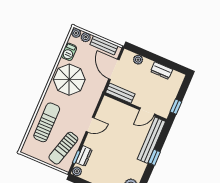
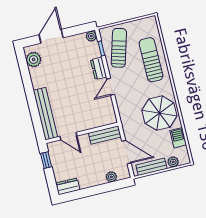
plant: (76, 33) -> (184, 159), removed
dresser: (162, 71) -> (68, 186), moved
door: (147, 112) -> (68, 136), swing flipped
sun lounger: (47, 122) -> (151, 60), turned 180
dresser: (84, 156) -> (99, 68), moved
window: (154, 157) -> (32, 100), removed

